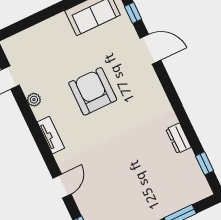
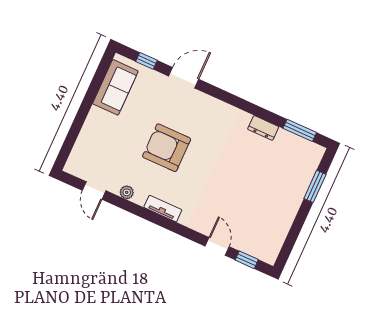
window: (205, 163) -> (300, 130), width x1.50
door: (62, 186) -> (217, 246), moved

